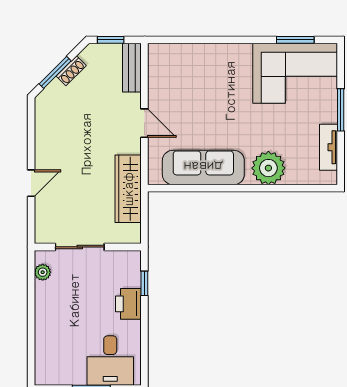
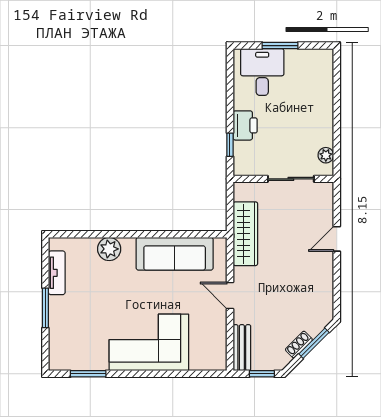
corner sofa: (295, 73) -> (149, 342), moved
plant: (268, 168) -> (109, 249), width x0.73, depth x0.73

